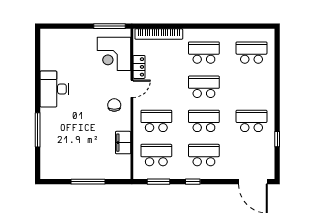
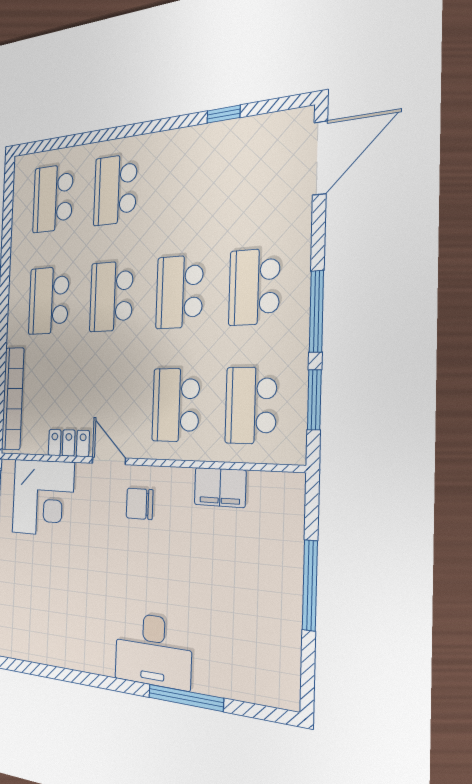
desk: (54, 89) -> (153, 650), moved
school desk: (252, 121) -> (115, 190), moved
window: (193, 182) -> (316, 311), width x2.17

